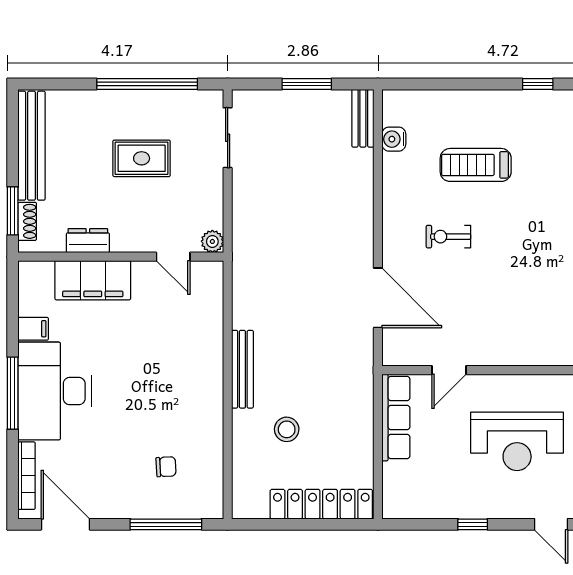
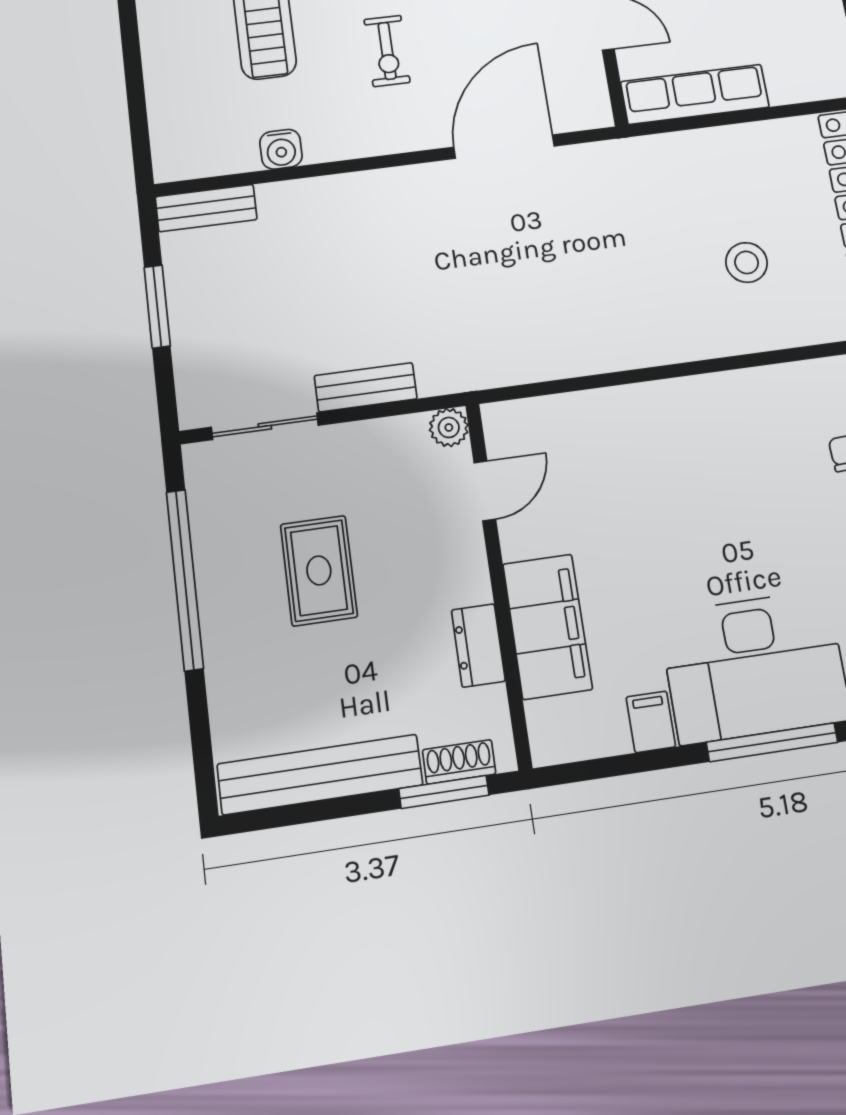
water cooler: (394, 139) -> (281, 149), moved
bench: (242, 369) -> (366, 387), moved, width x0.73

